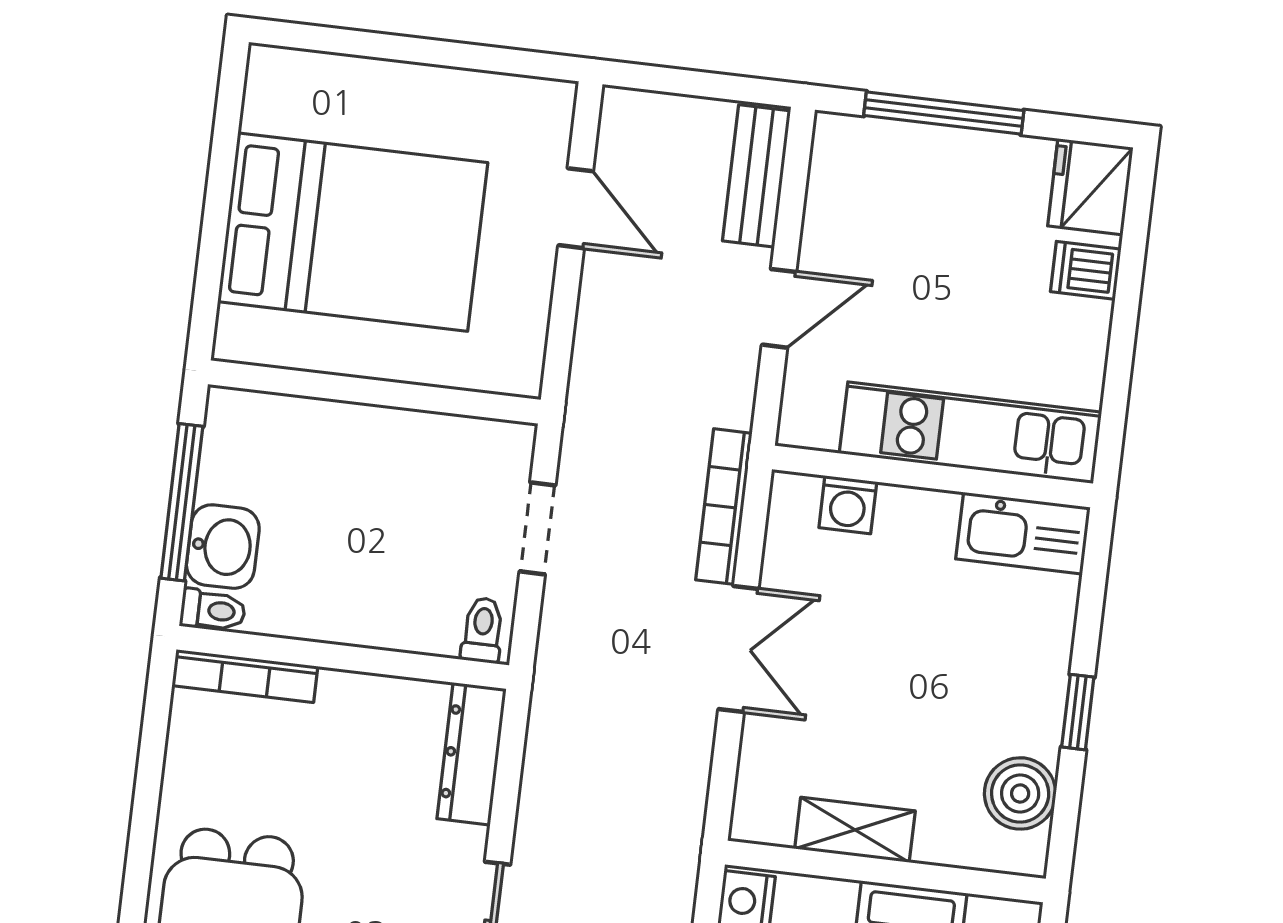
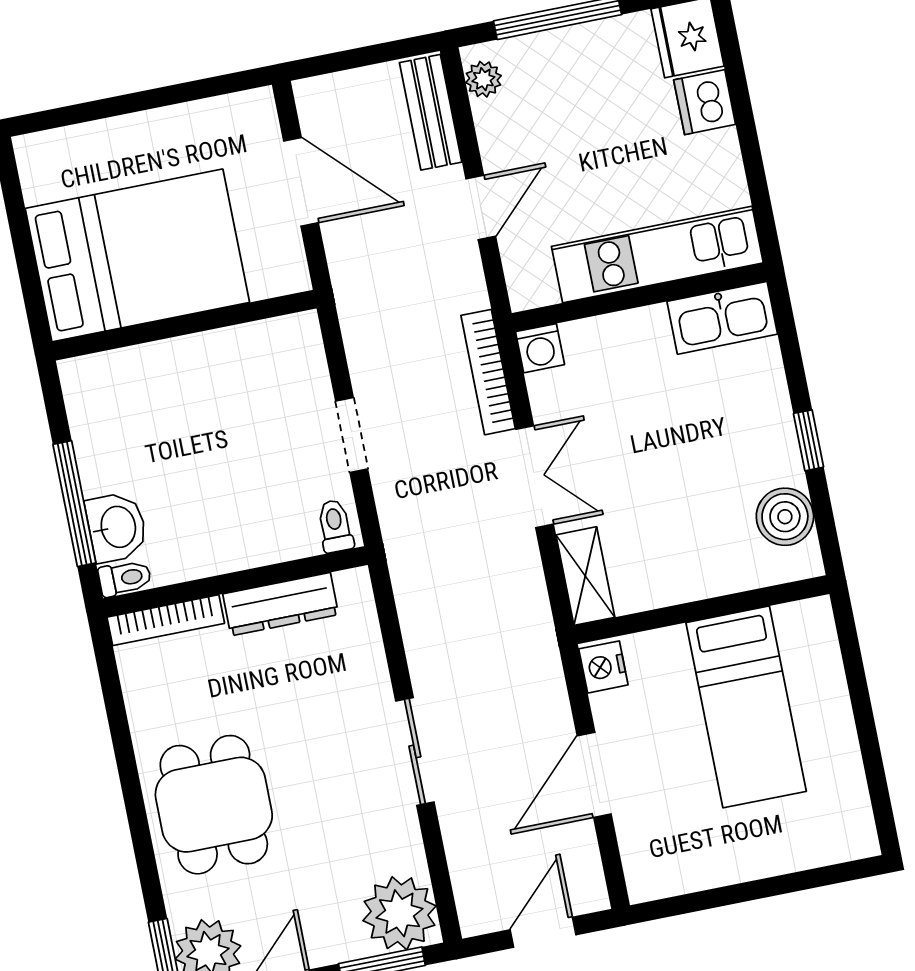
plant: (832, 157) -> (483, 79), added
door: (576, 208) -> (301, 182), width x1.38
dishwasher: (1086, 270) -> (705, 102), width x1.38
wall: (374, 392) -> (184, 325), moved
washing machine: (848, 505) -> (540, 348), moved
dresser: (472, 754) -> (281, 604), moved, turned -90
shelving: (855, 830) -> (585, 576), moved, turned 90

